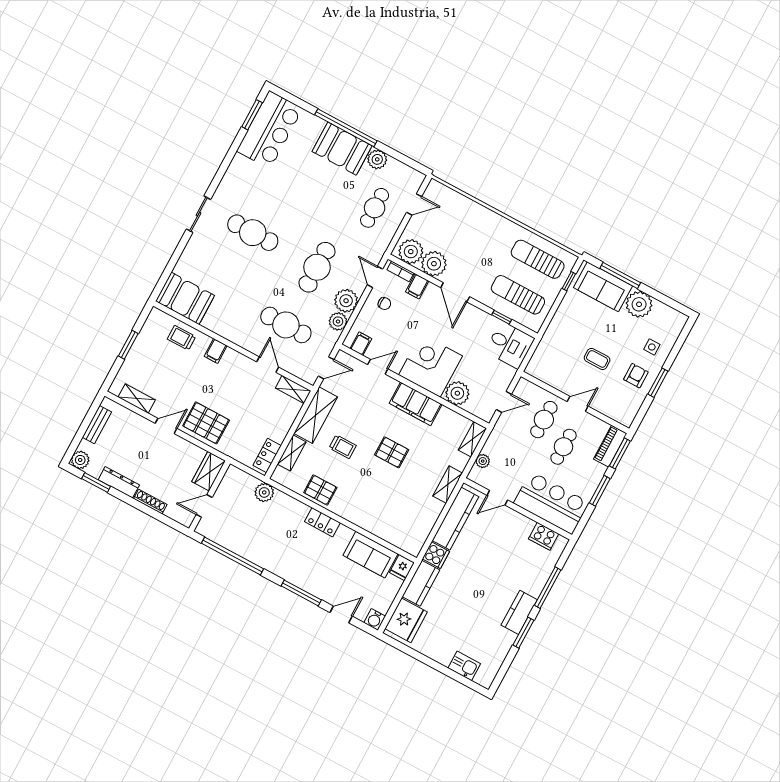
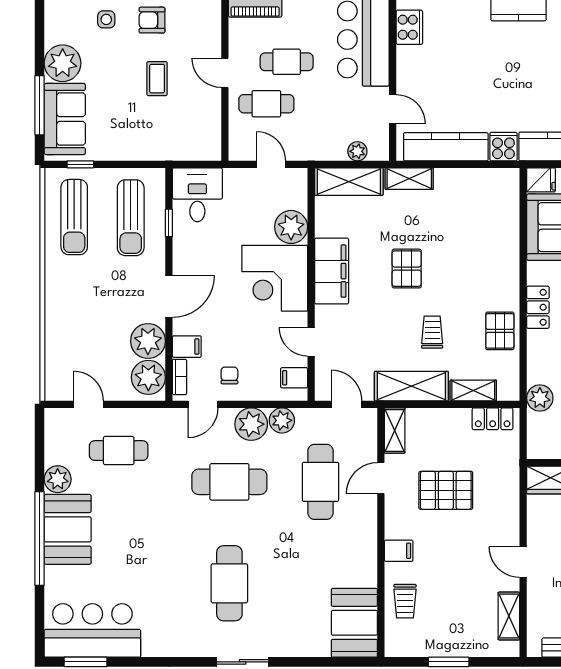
pallet: (206, 423) -> (446, 490), moved, turned 90
shelving: (473, 439) -> (349, 182), width x1.50, depth x1.33

